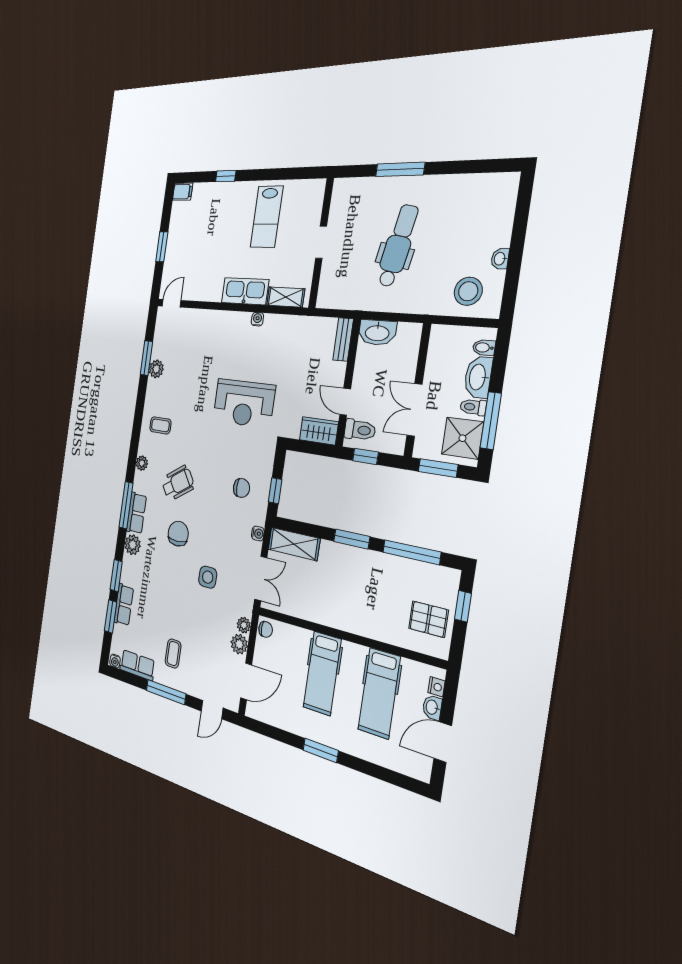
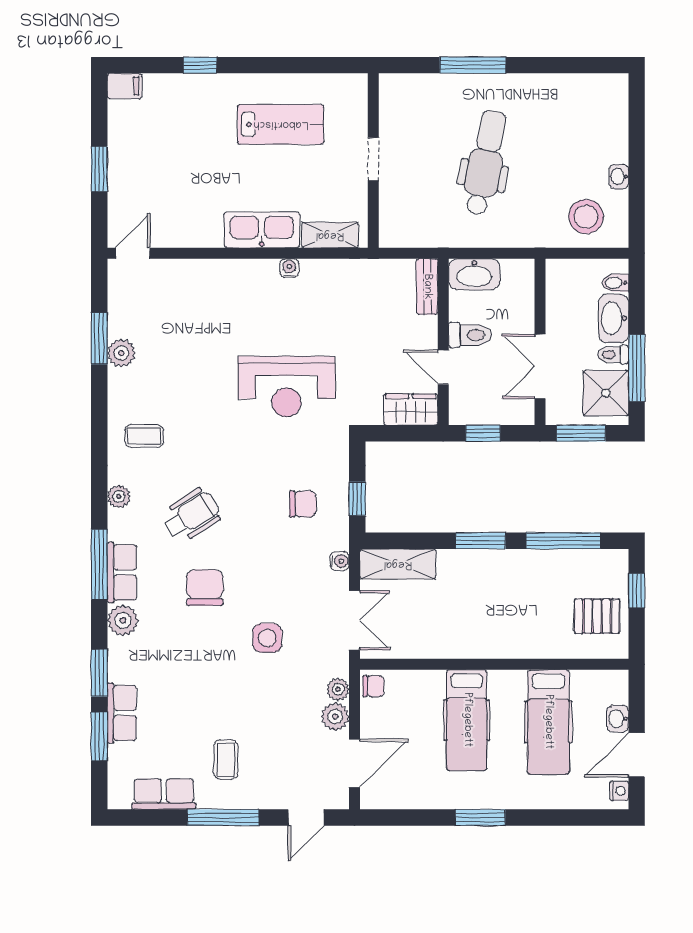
lab bench: (267, 217) -> (281, 124), turned -90
toilet: (360, 430) -> (470, 335), moved
water cooler: (115, 661) -> (120, 800), removed
nightstand: (436, 687) -> (619, 791), moved

